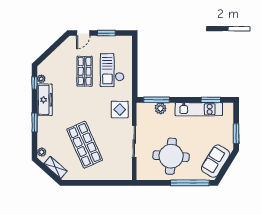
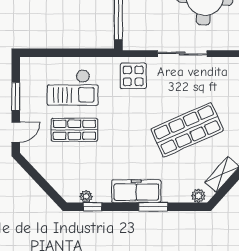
door: (83, 33) -> (16, 132), hinge flipped
freezer: (45, 100) -> (136, 191), moved
plant: (161, 108) -> (131, 13), removed

